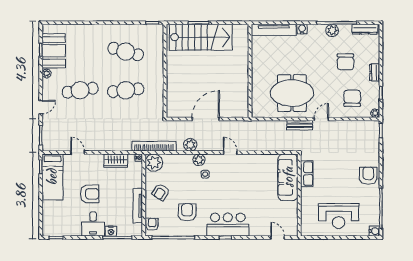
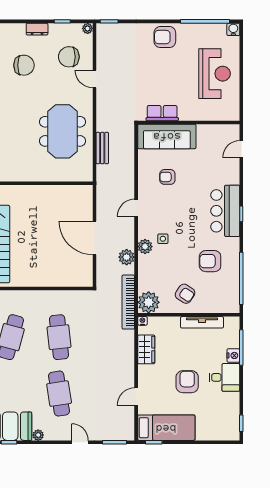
door: (321, 119) -> (95, 79), moved
bench: (300, 125) -> (102, 148), moved
armchair: (152, 224) -> (167, 177), moved

